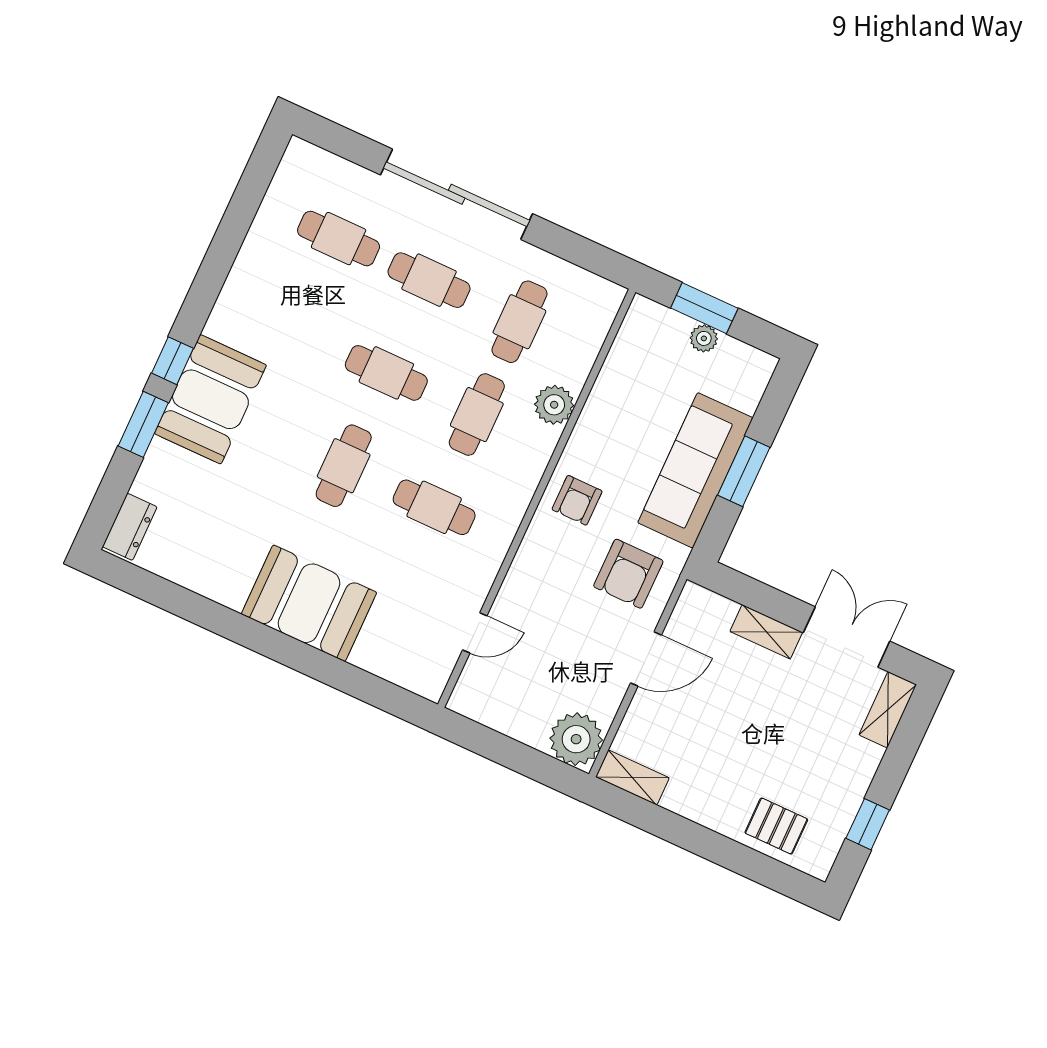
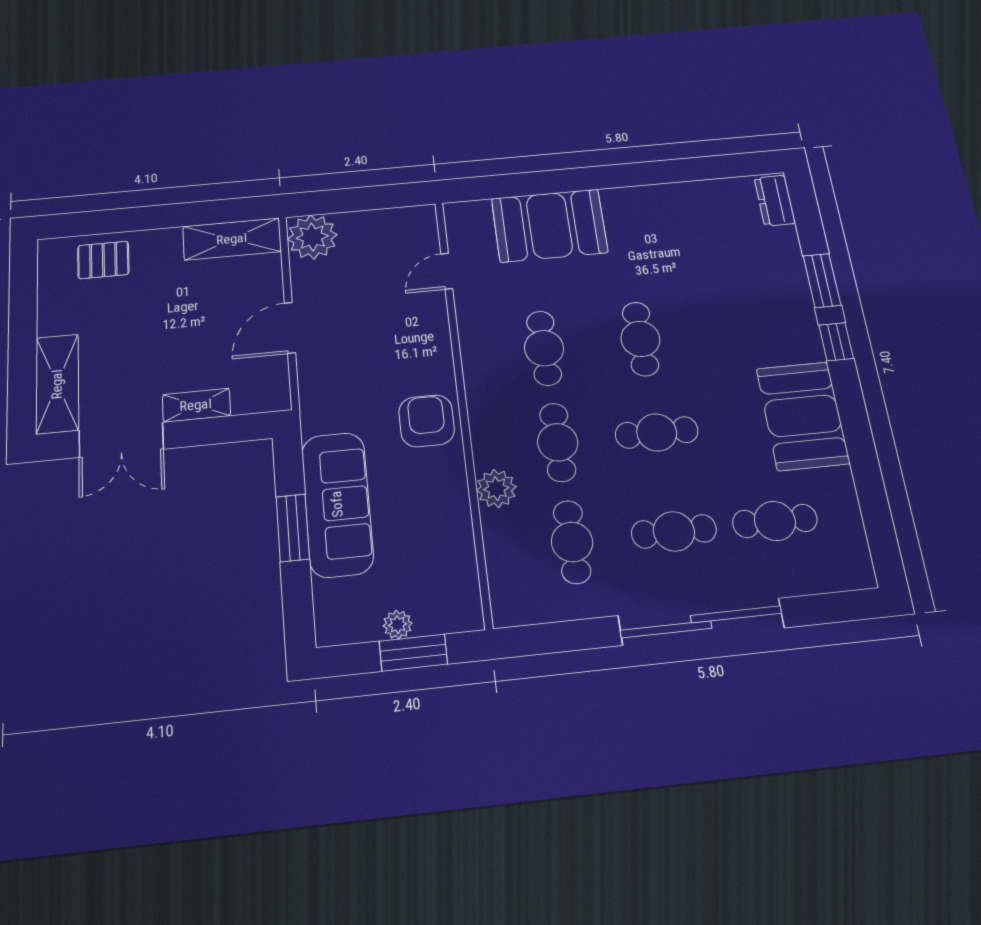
booth: (210, 399) -> (803, 416), moved
armchair: (577, 500) -> (427, 421), width x1.38, depth x1.38
cafe table: (434, 507) -> (544, 348), turned 90
armchair: (628, 574) -> (346, 386), removed
booth: (309, 603) -> (549, 226), moved
shelving: (888, 710) -> (57, 384), width x1.50, depth x1.33
shelving: (632, 778) -> (232, 239), width x1.50, depth x1.33
window: (868, 824) -> (23, 302), removed

